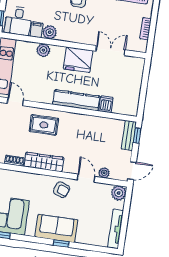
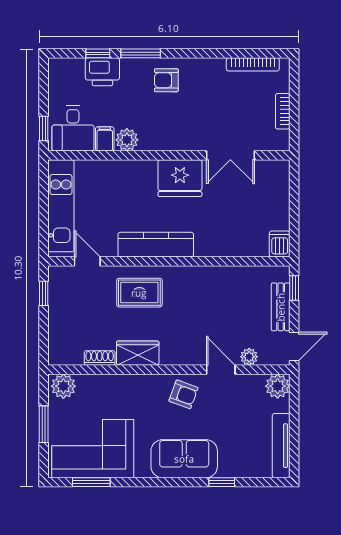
plant: (43, 50) -> (121, 170), removed
double door: (110, 50) -> (230, 155), swing flipped
kitchen counter: (76, 100) -> (156, 245), moved
dishwasher: (106, 104) -> (280, 244), moved
bench: (129, 135) -> (281, 307), moved
wardrobe: (44, 162) -> (138, 353), width x0.67
window: (61, 243) -> (222, 482), moved

